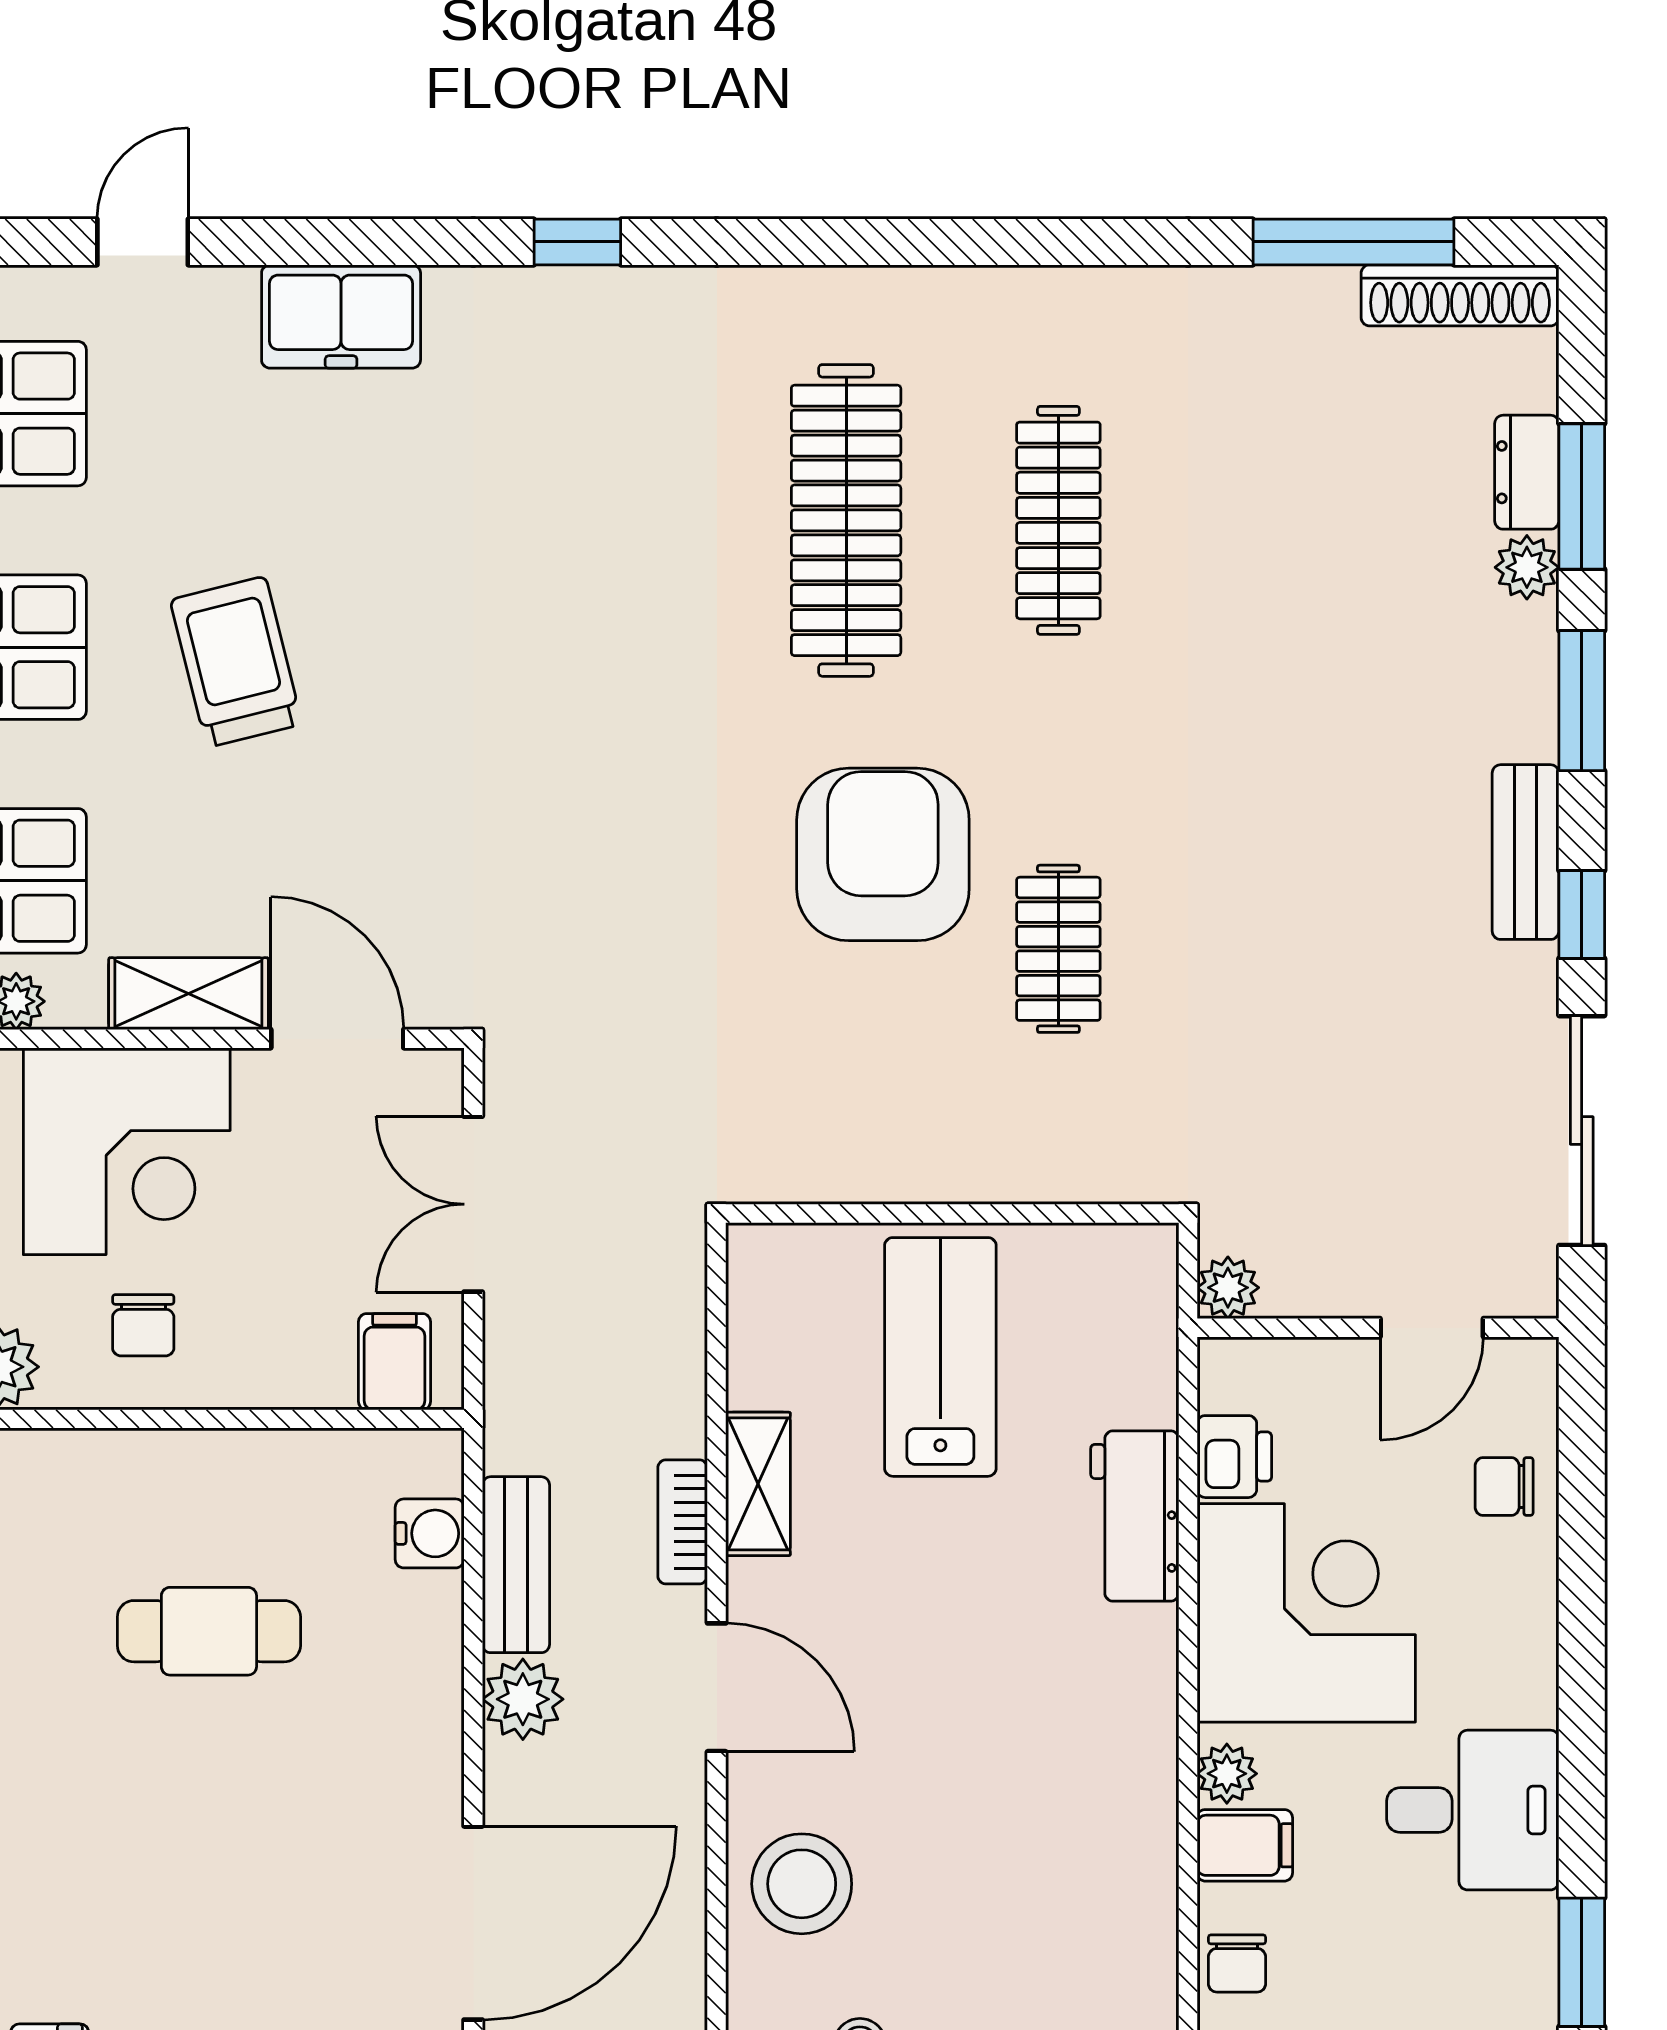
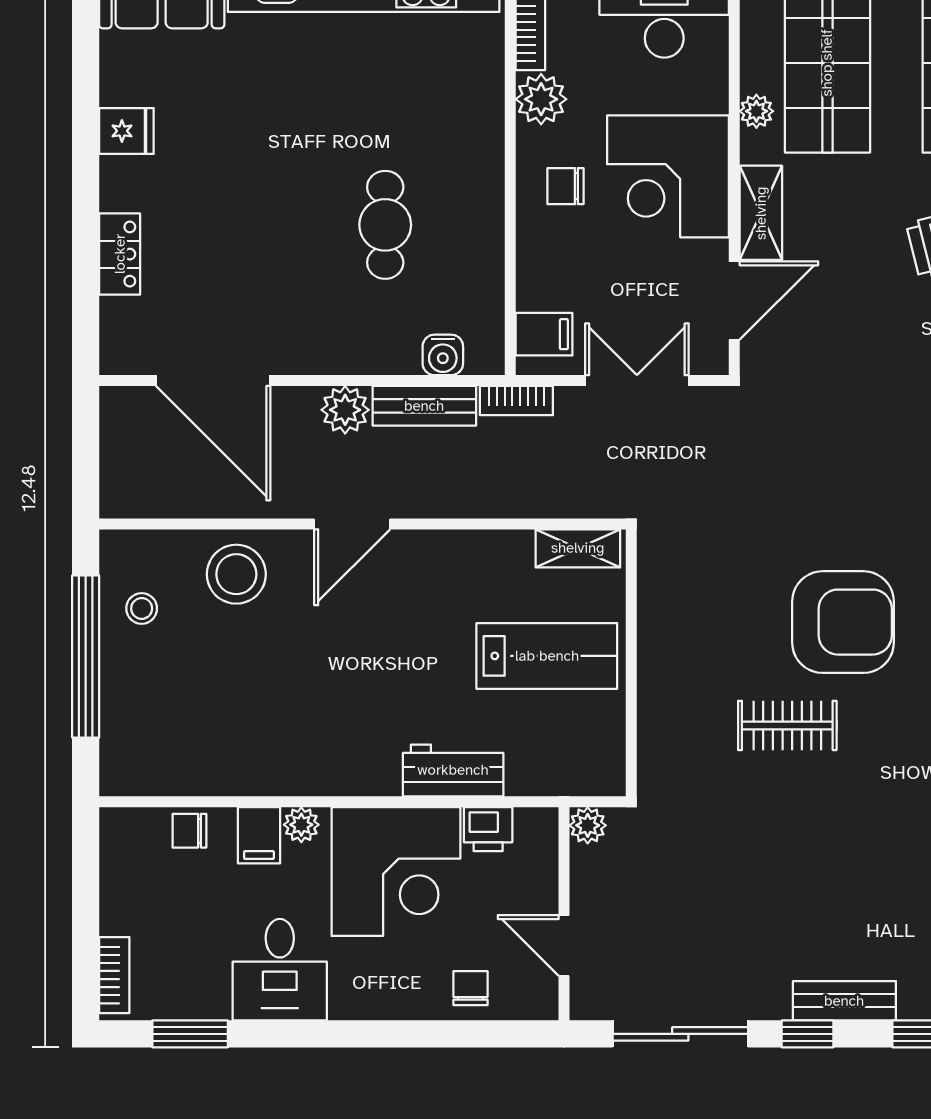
shelving: (758, 1484) -> (578, 548), moved
bookcase: (683, 1522) -> (516, 401), moved, turned 180

